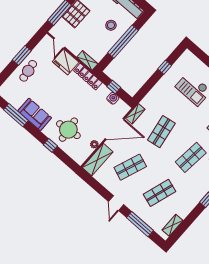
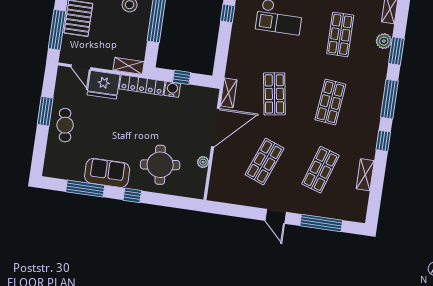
water cooler: (113, 98) -> (172, 89), moved
window: (50, 145) -> (132, 195), moved
shelving: (98, 160) -> (219, 178), removed
shelving: (173, 225) -> (365, 175), moved

